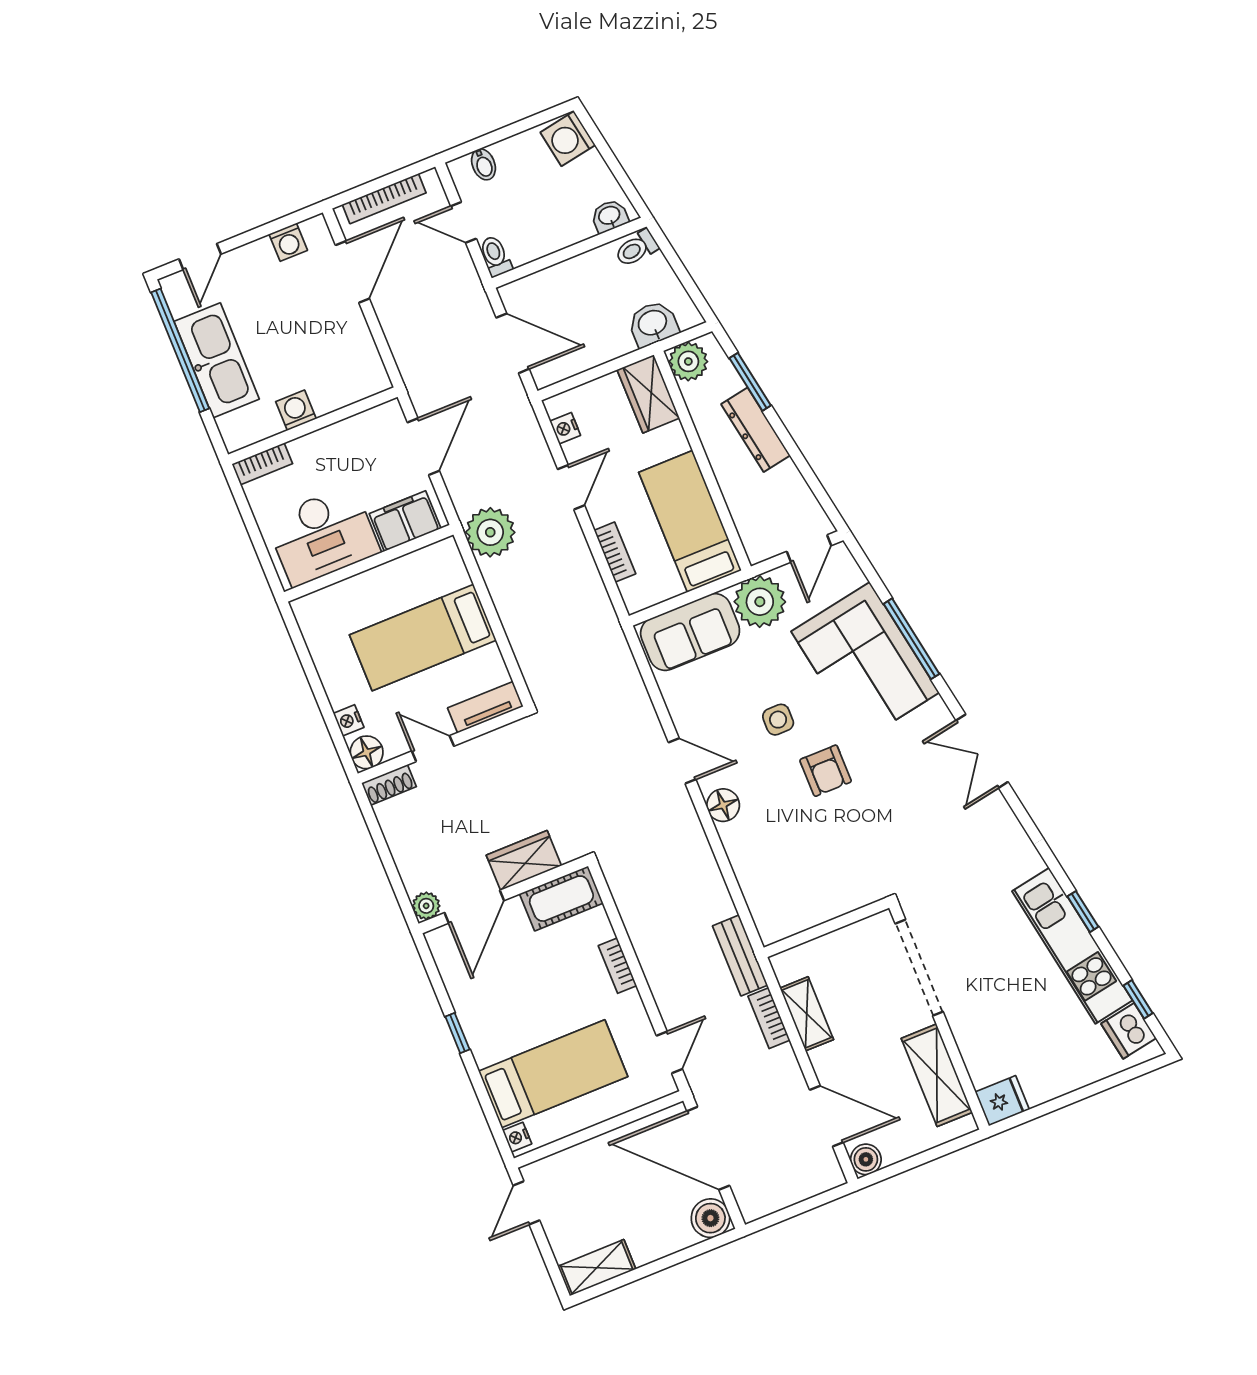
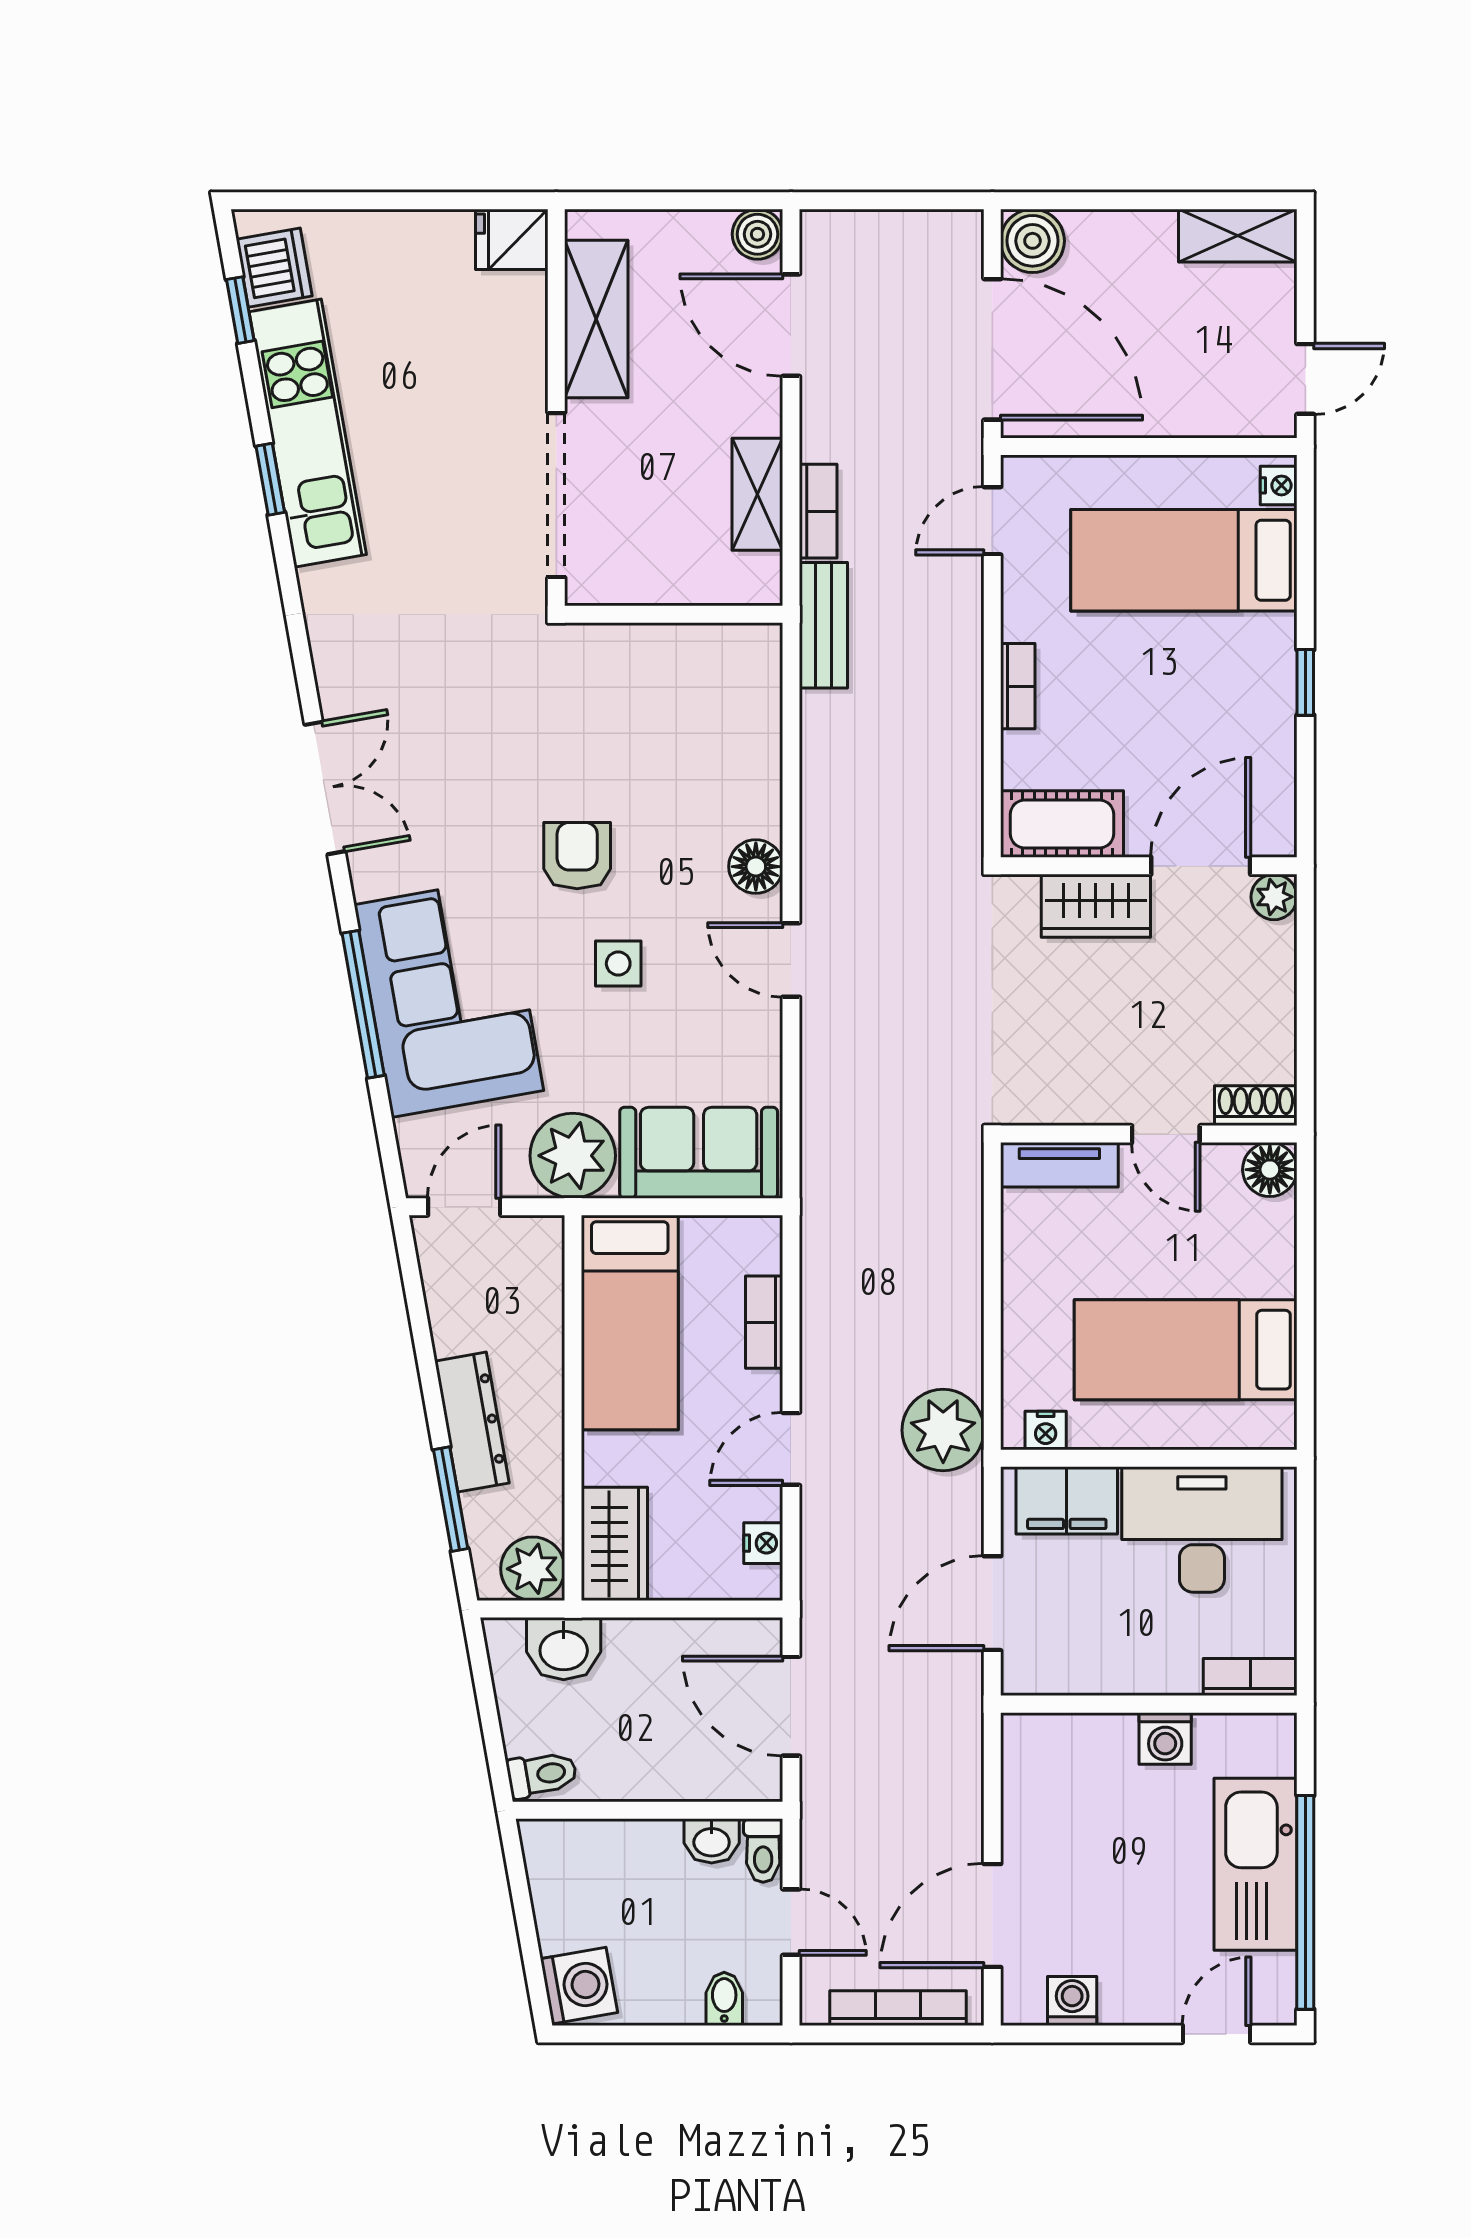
washbasin: (610, 216) -> (712, 1841), moved
bed: (423, 637) -> (1186, 1350), moved, turned 180
nightstand: (349, 720) -> (1046, 1430), moved, turned 90

